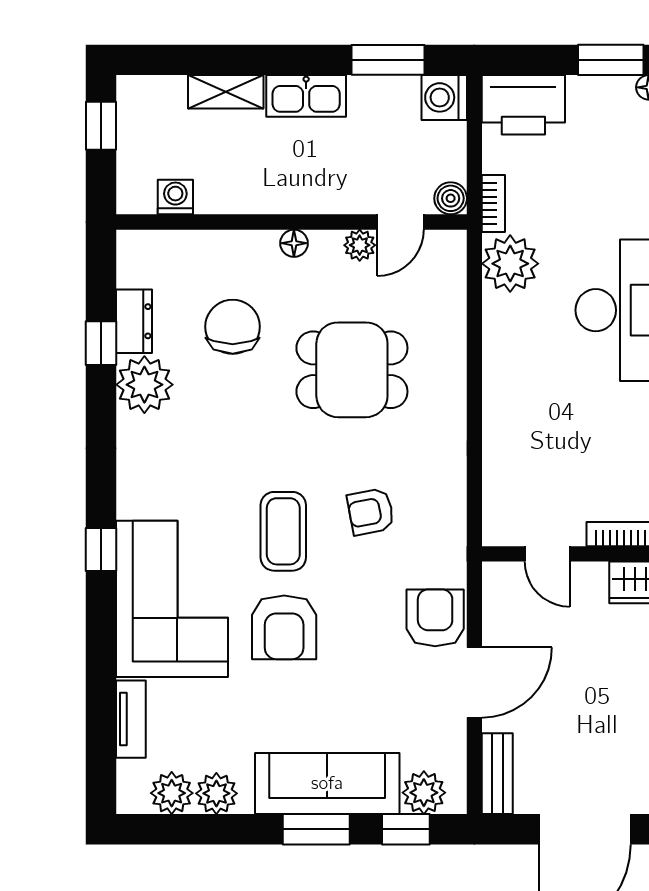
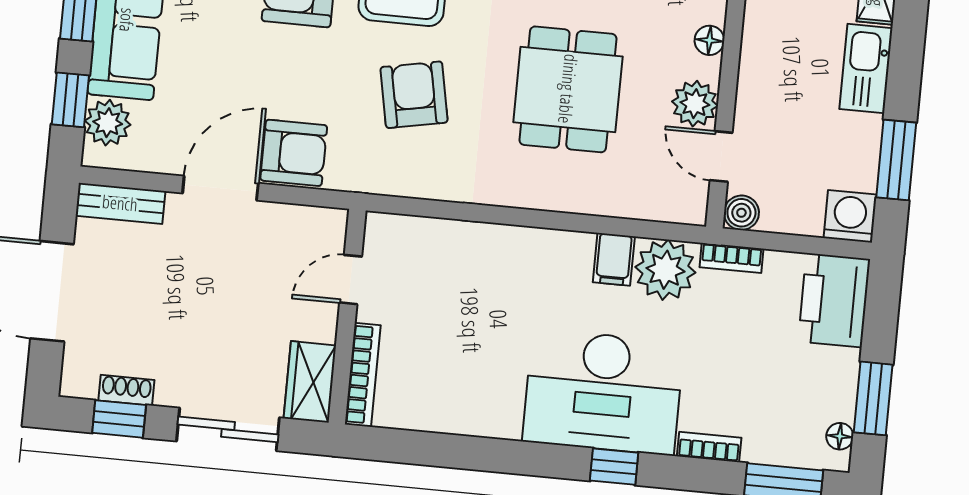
plant: (360, 245) -> (695, 104), width x1.38, depth x1.38
filing cabinet: (505, 312) -> (614, 259), added
armchair: (371, 512) -> (414, 95), width x1.38, depth x1.38
door: (474, 682) -> (220, 188), swing flipped

